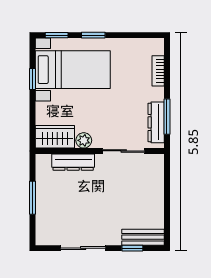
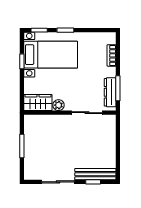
dresser: (73, 162) -> (51, 121), removed
bench: (143, 237) -> (95, 174), width x1.36

